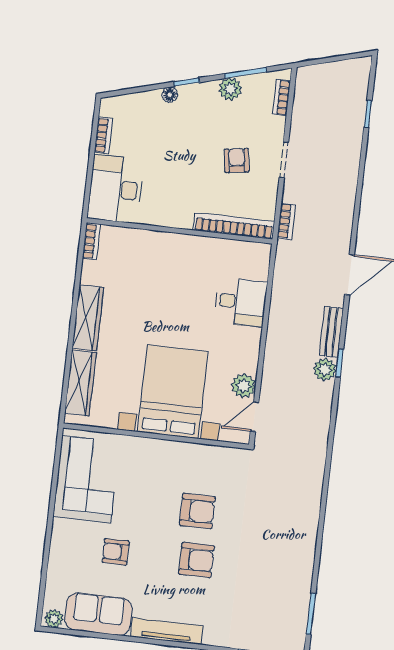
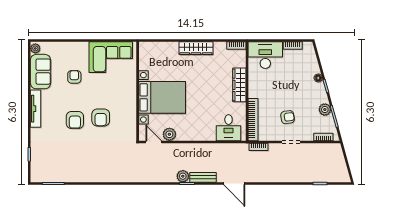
desk: (241, 302) -> (229, 128), moved
wardrobe: (80, 383) -> (239, 85), moved, turned 90

